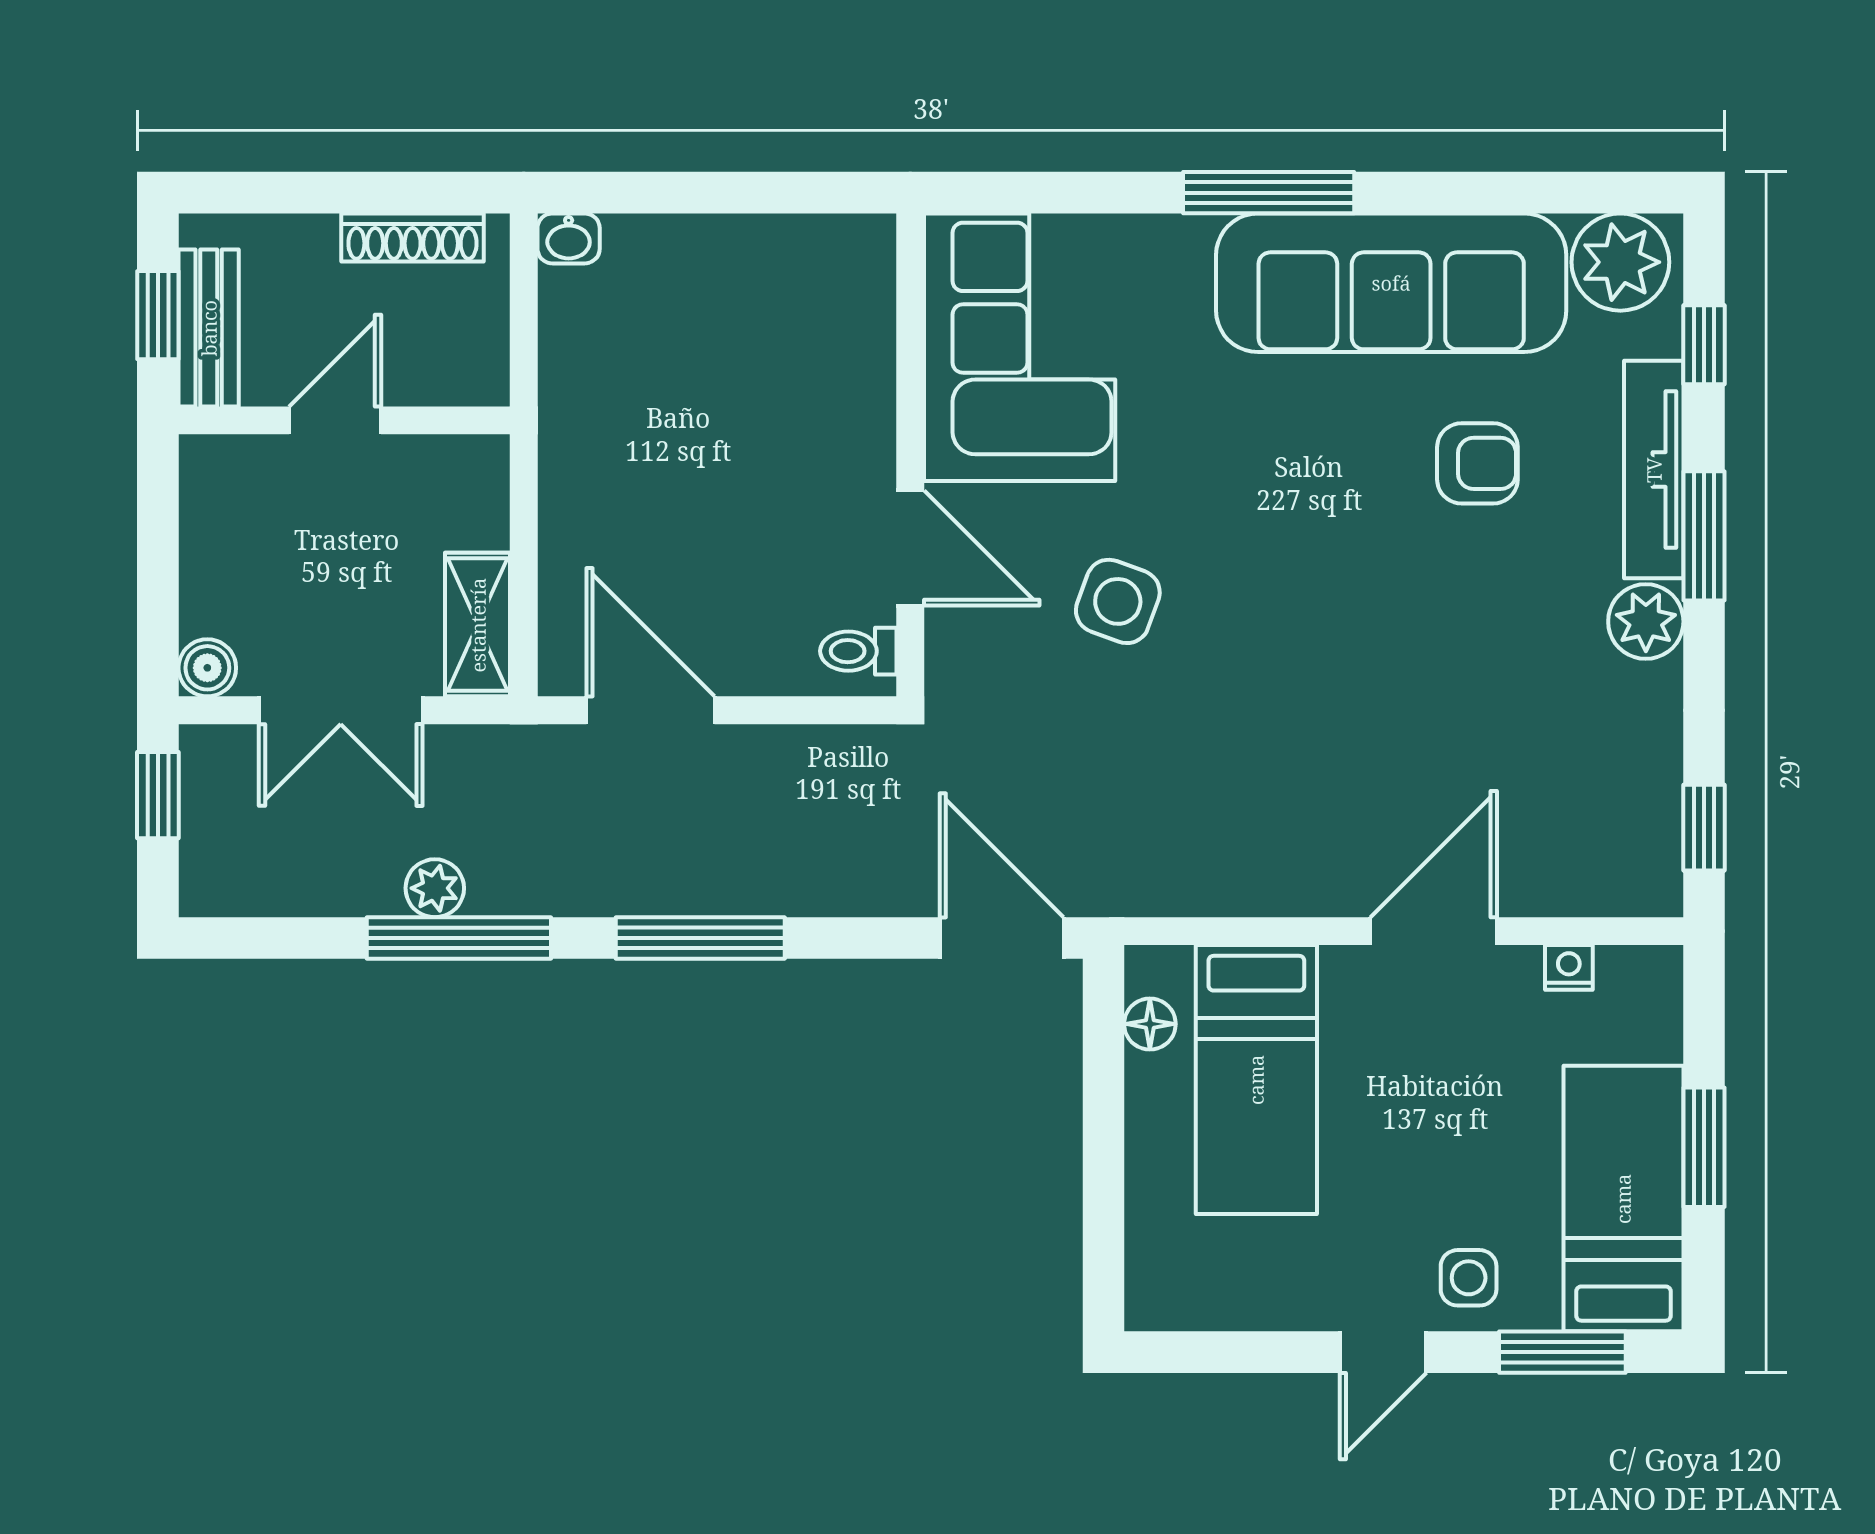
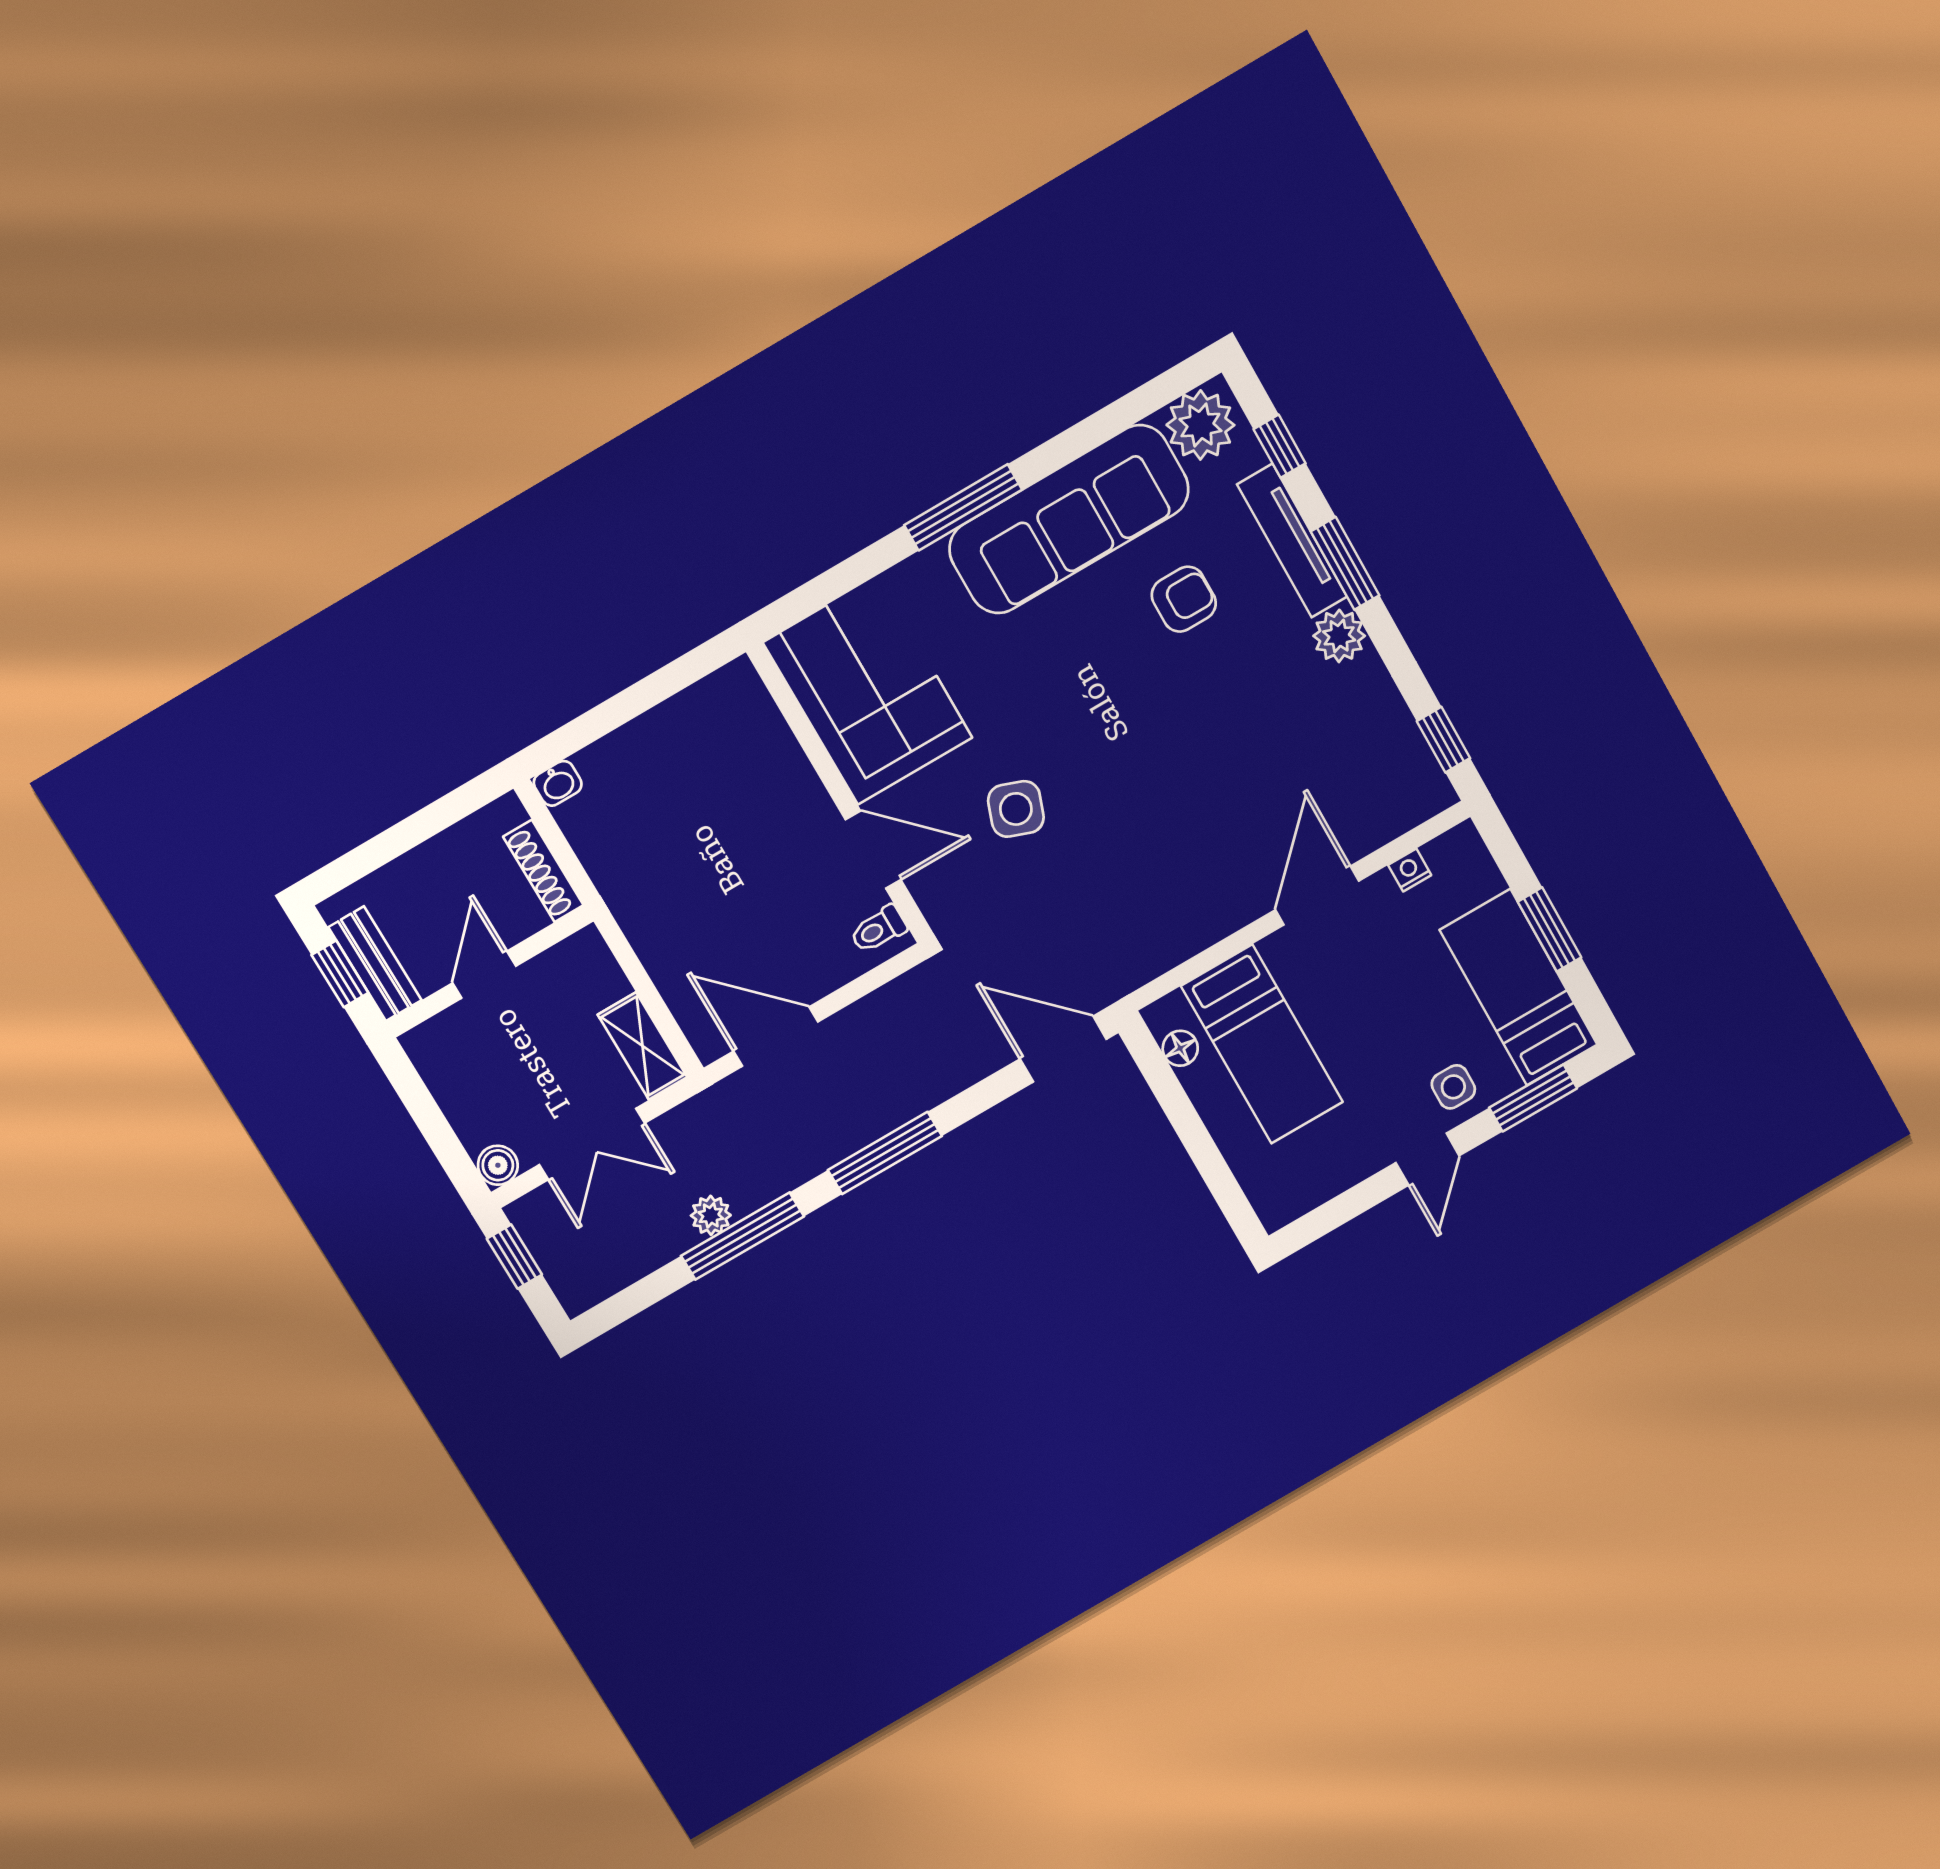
shoe rack: (413, 238) -> (543, 871), moved, turned 90

